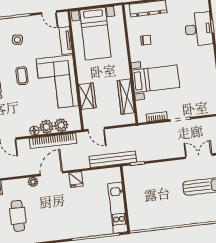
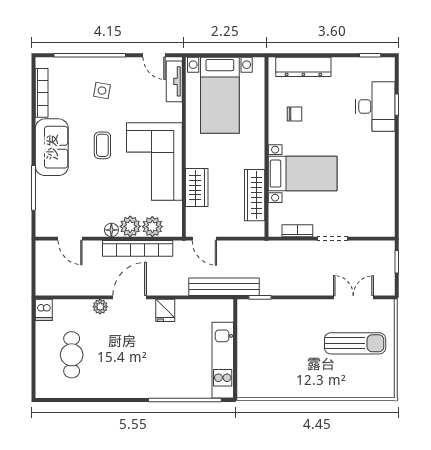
tv unit: (66, 41) -> (174, 81), moved

